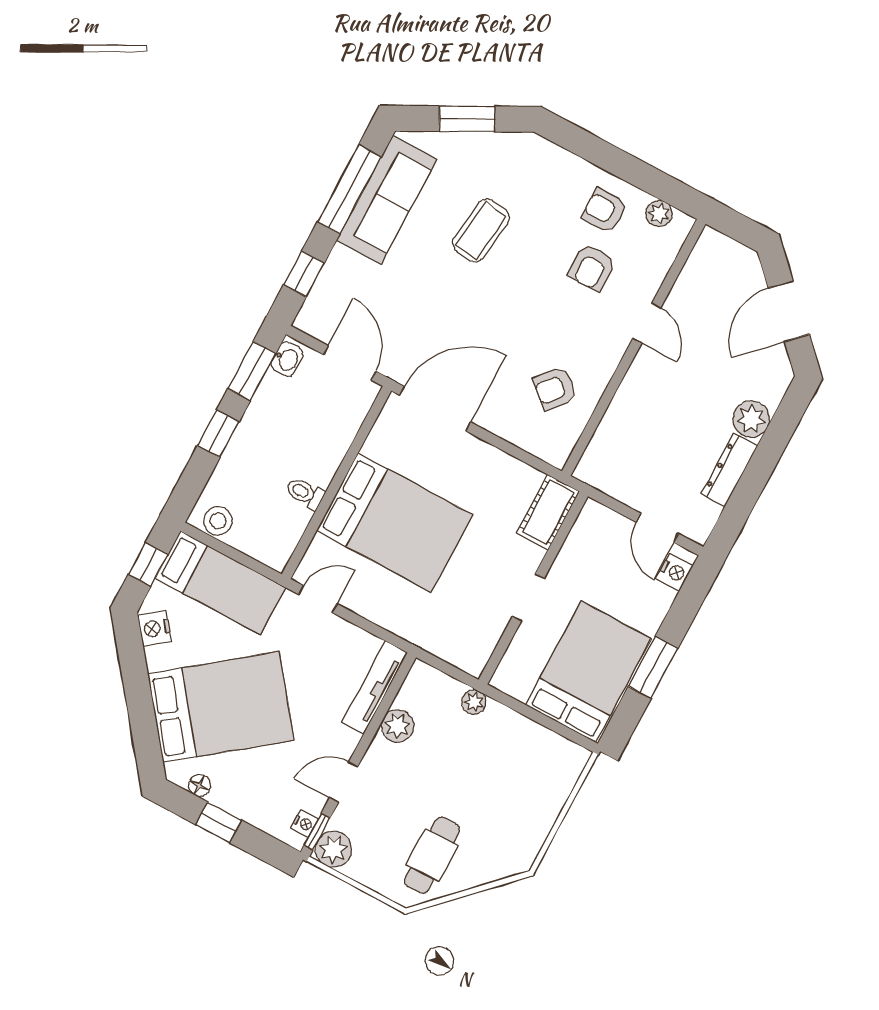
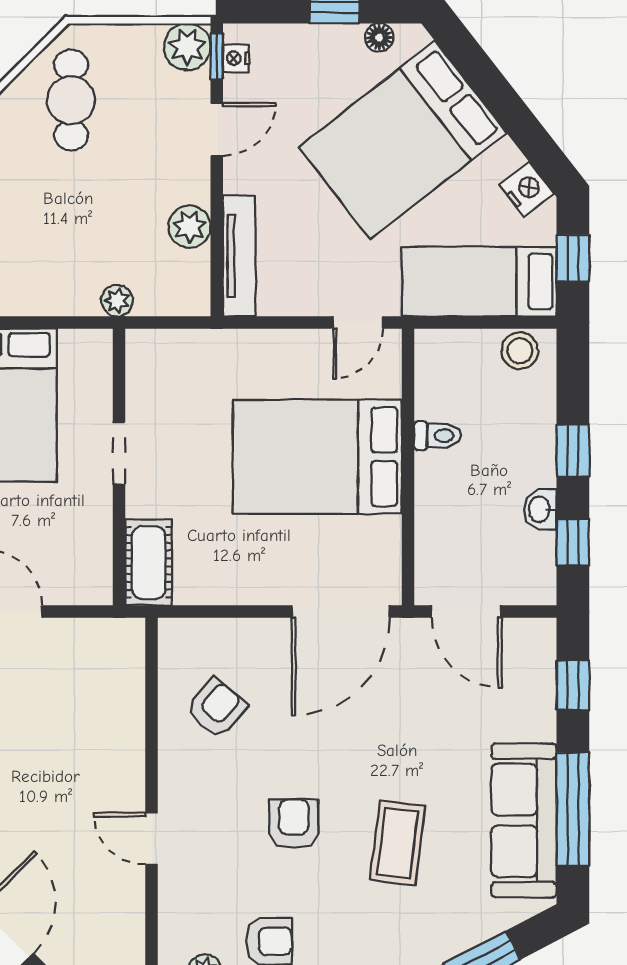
armchair: (592, 267) -> (294, 824), moved
washbasin: (287, 359) -> (540, 509), moved
window: (252, 371) -> (573, 542), width x0.67

